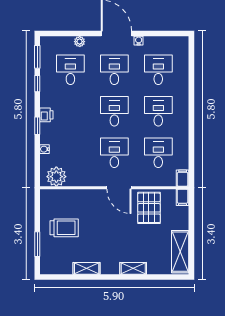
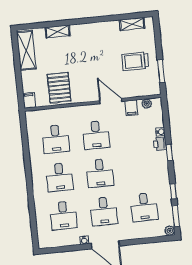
plant: (80, 42) -> (170, 231), moved
printer: (46, 115) -> (160, 144), moved
plant: (56, 177) -> (147, 103), width x0.53, depth x0.53
filing cabinet: (183, 178) -> (131, 108), moved
door: (119, 188) -> (111, 101), moved
window: (37, 244) -> (161, 71), moved
shelving: (87, 268) -> (132, 24), moved
shelving: (133, 268) -> (58, 32), moved

